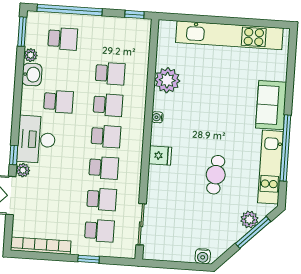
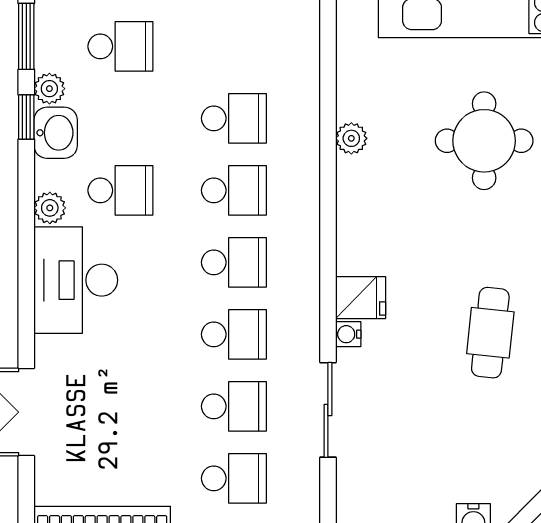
plant: (167, 80) -> (351, 138), width x0.53, depth x0.53
round table: (219, 91) -> (484, 141), added
water cooler: (157, 117) -> (348, 334), moved
window: (14, 155) -> (26, 117), moved
plant: (23, 170) -> (50, 208), moved
sliding door: (141, 224) -> (328, 410), moved

